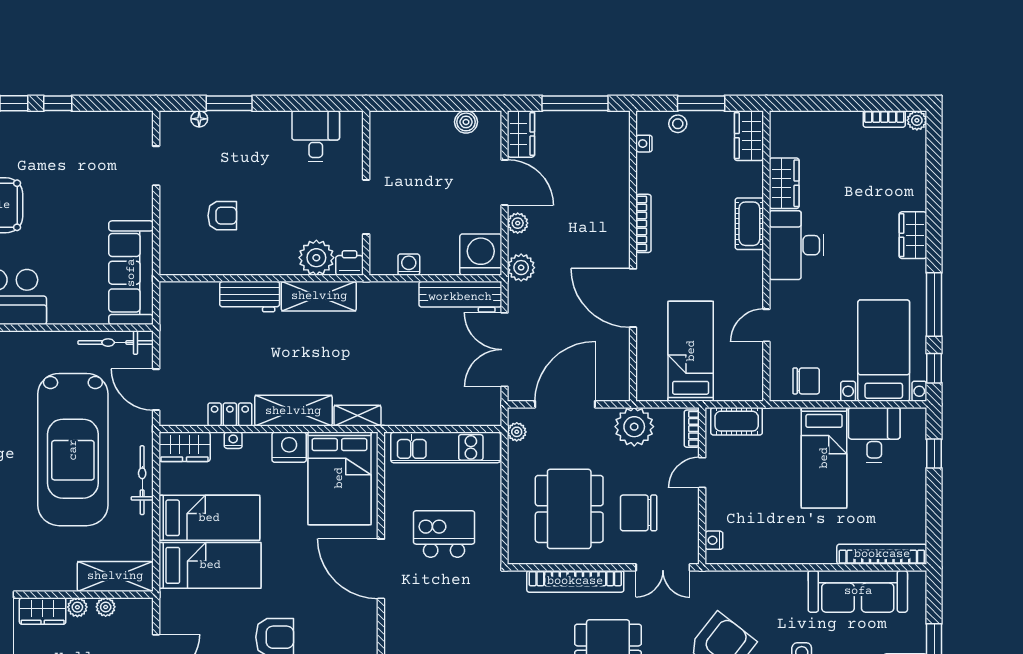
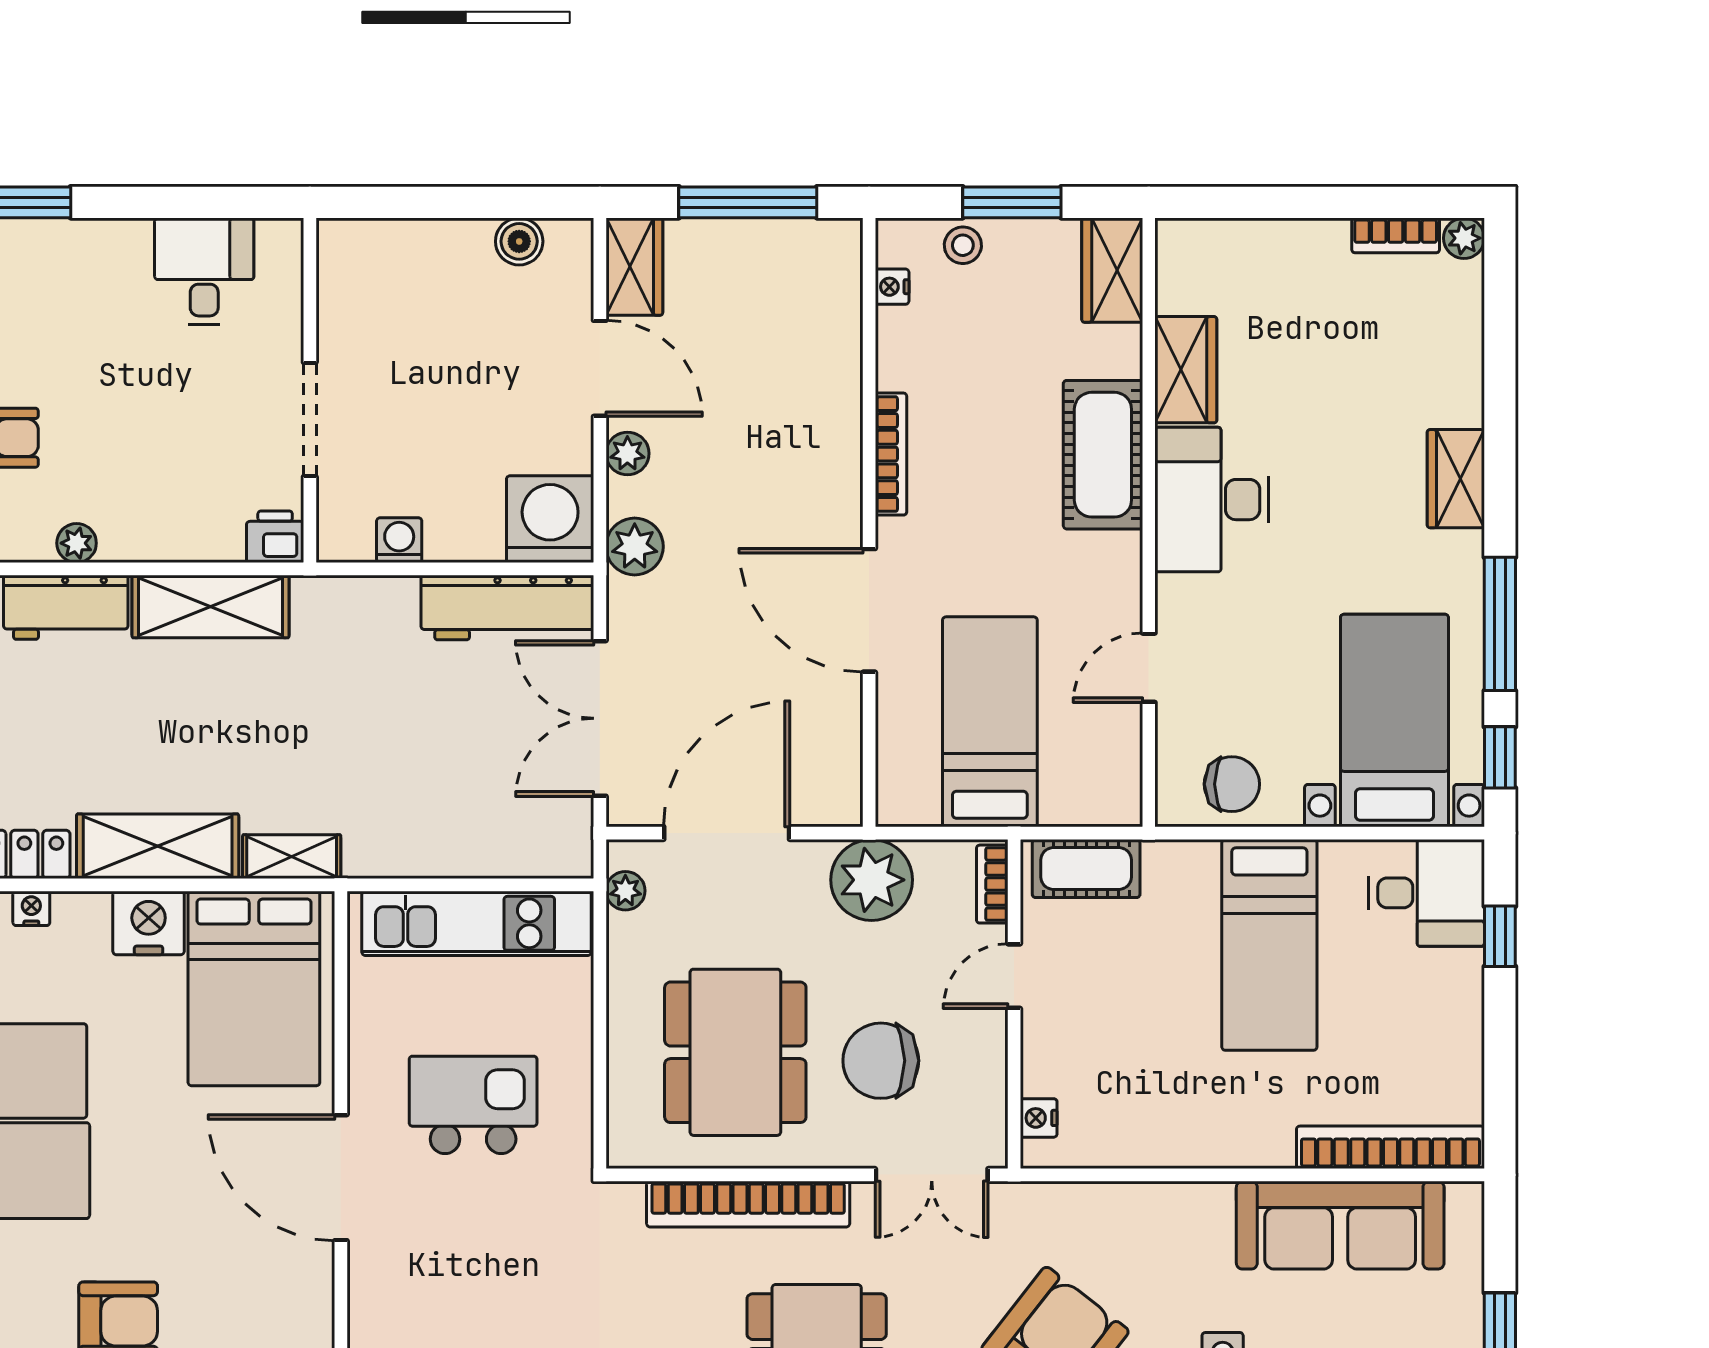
cot: (749, 224) -> (1103, 455), width x1.37, depth x1.34
plant: (316, 258) -> (77, 543), moved, width x0.53, depth x0.53
desk: (874, 435) -> (1427, 893), moved, turned 90

